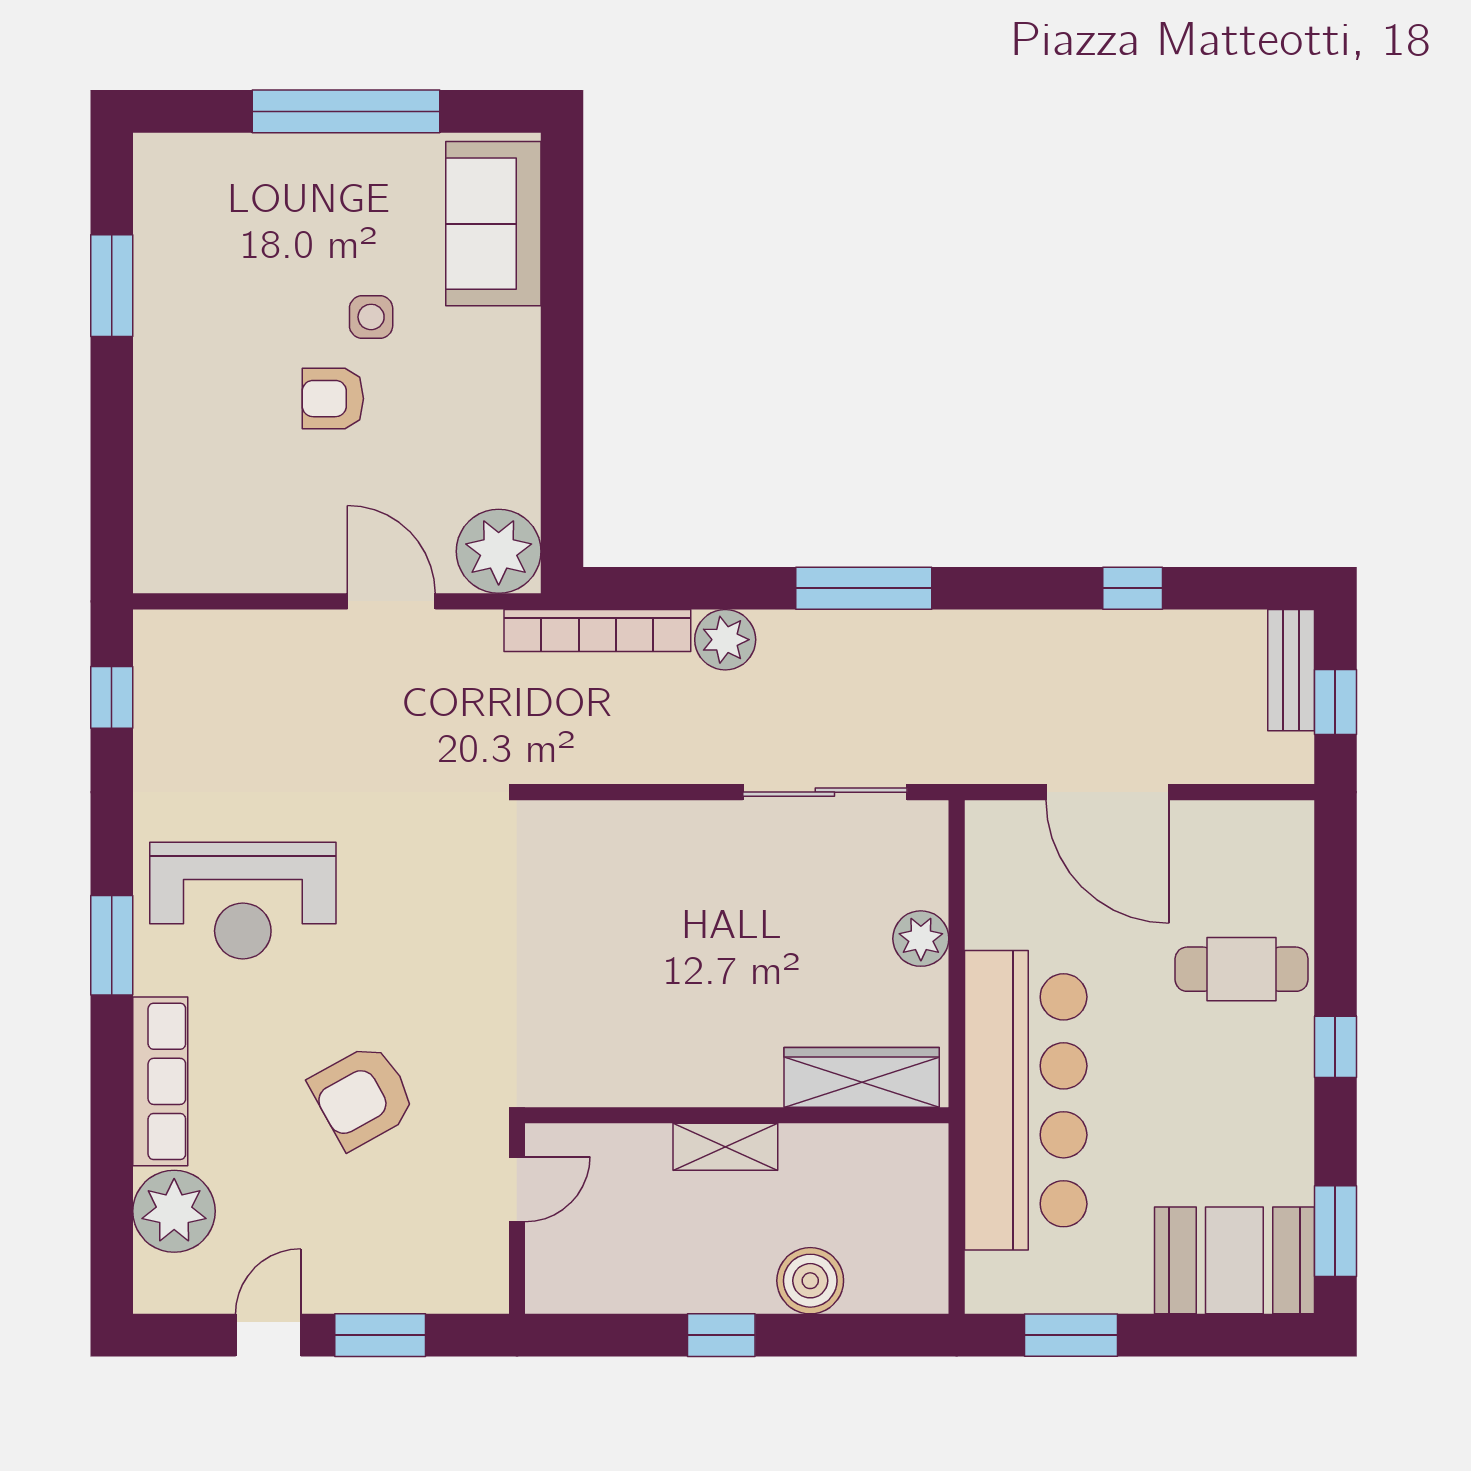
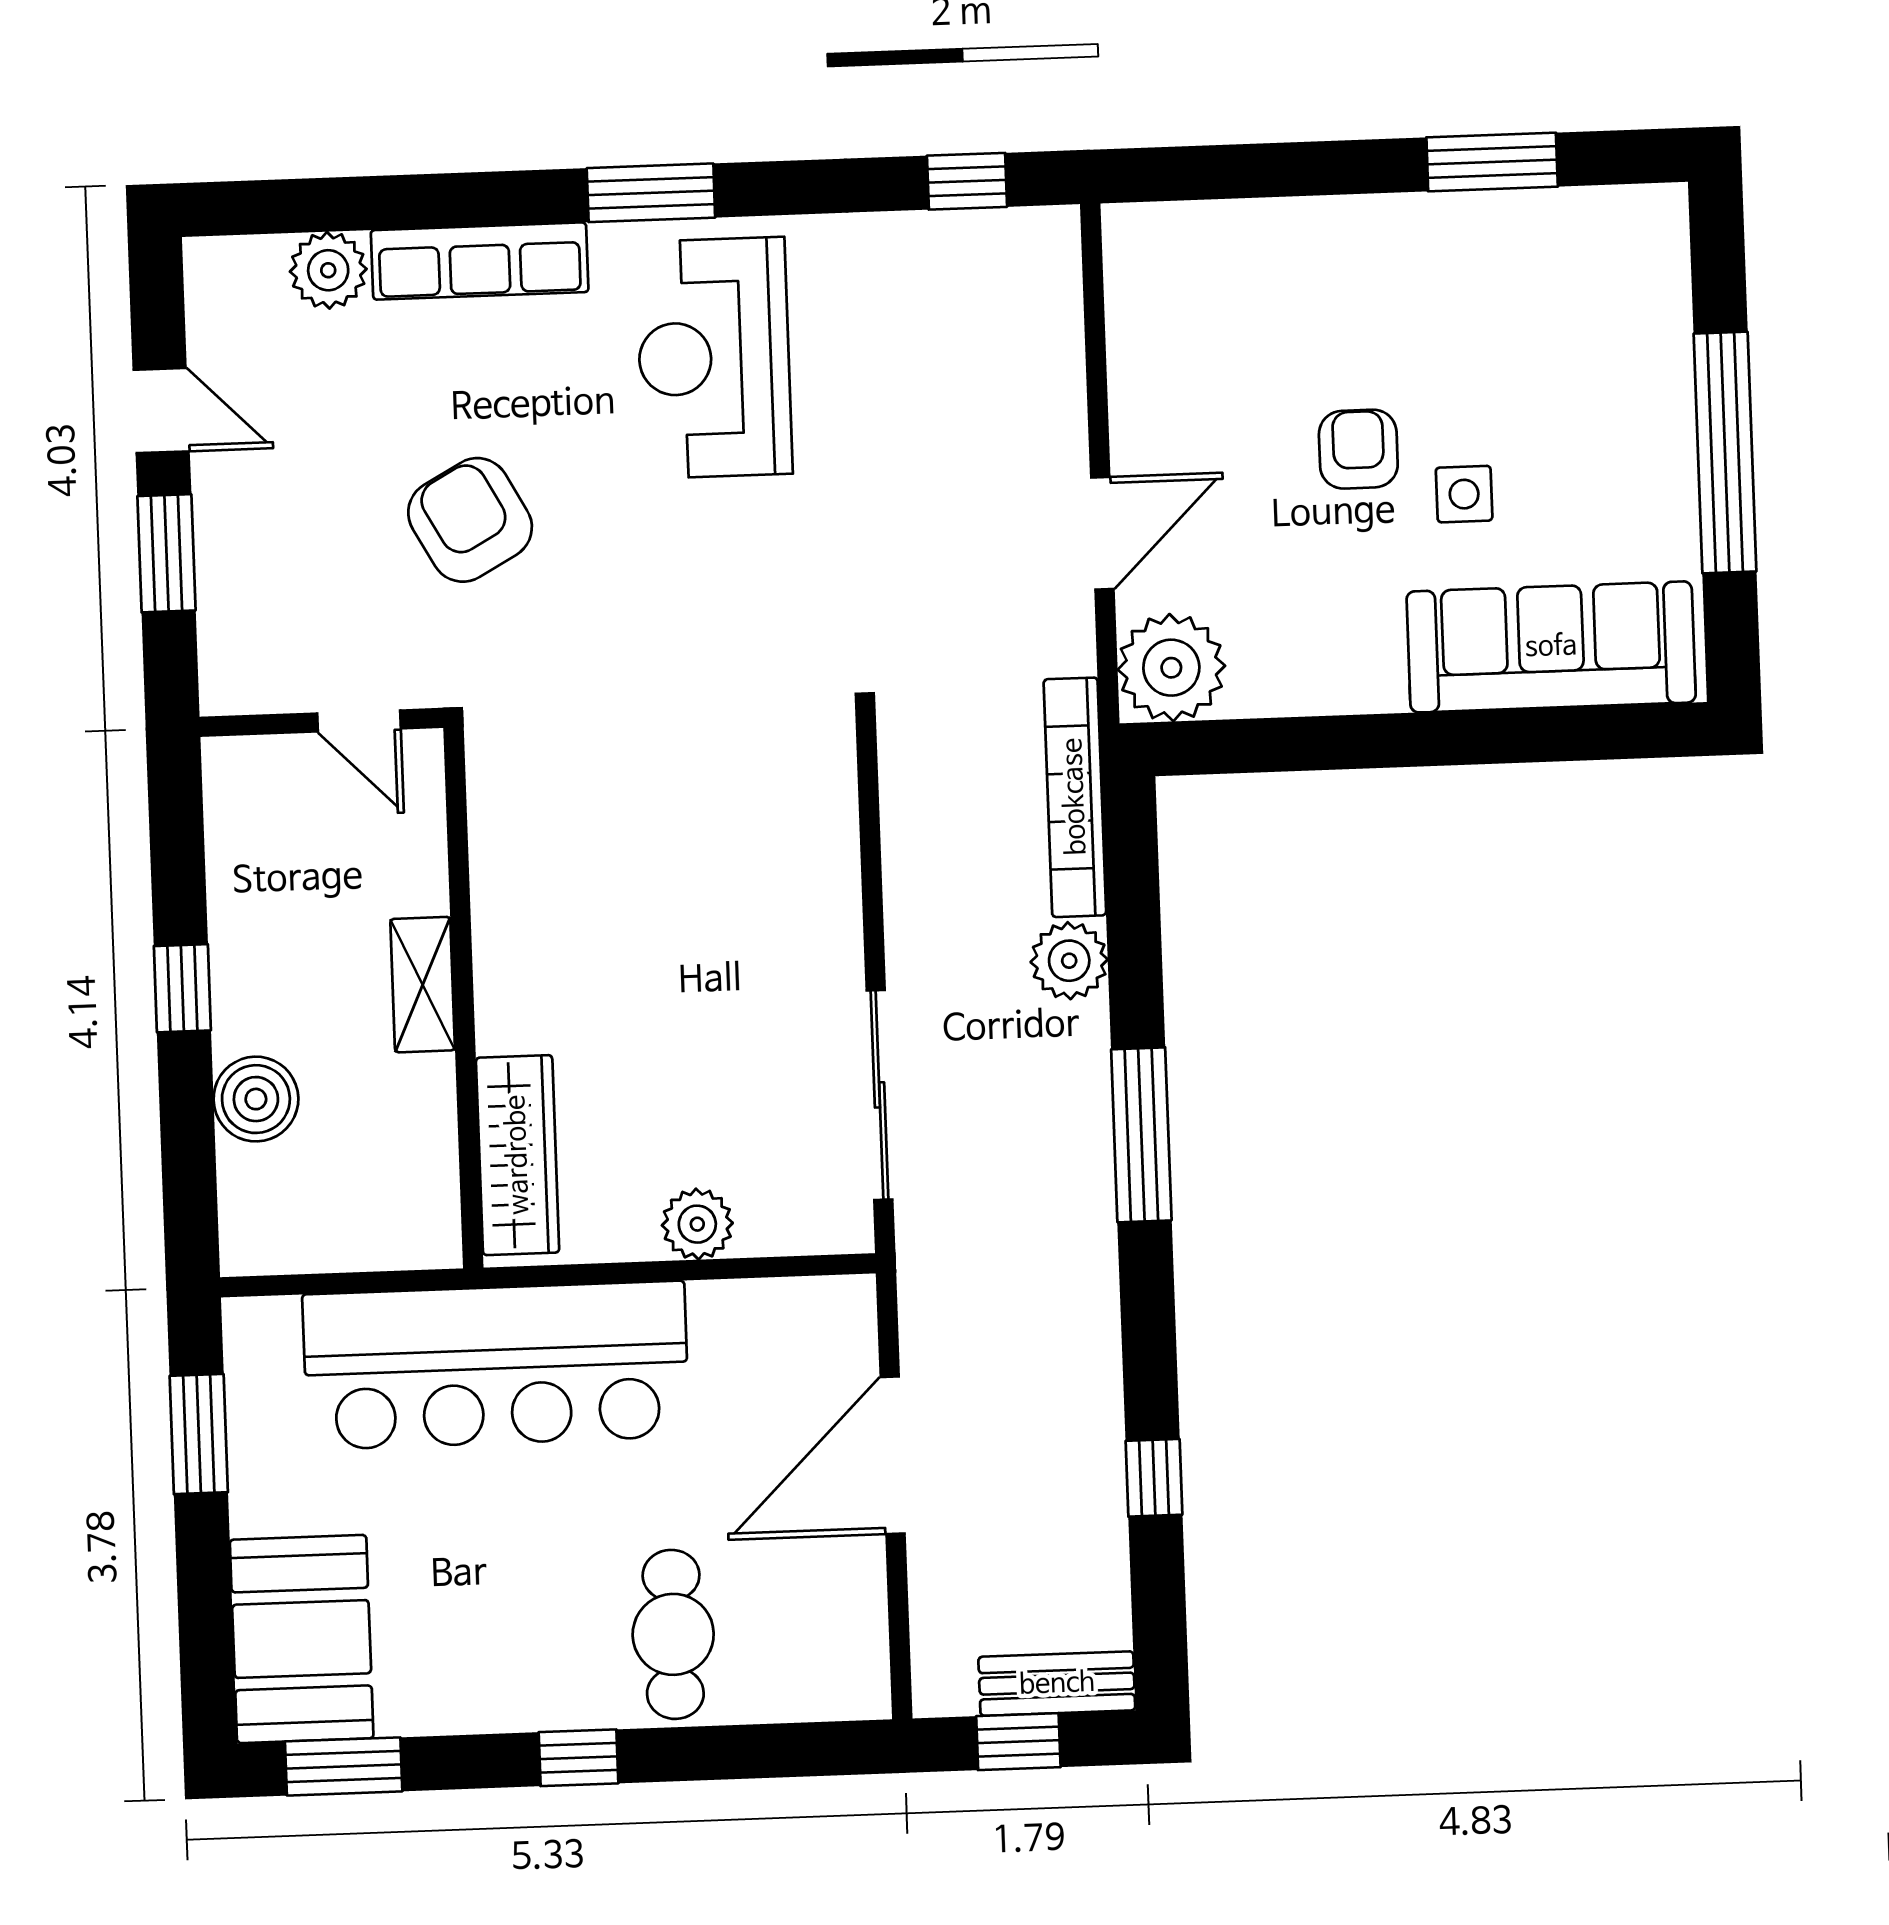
sofa: (493, 224) -> (1551, 647), width x1.36
plant: (174, 1211) -> (328, 270), width x0.73, depth x0.73

